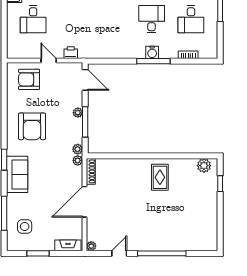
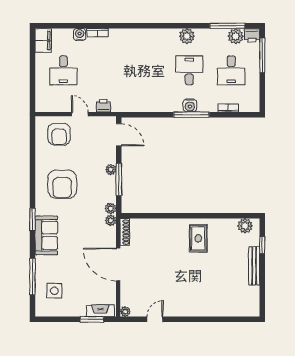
armchair: (29, 79) -> (59, 134), turned -90
door: (85, 202) -> (118, 264), hinge flipped
bench: (213, 203) -> (254, 266), added
window: (38, 253) -> (92, 319), moved
window: (162, 253) -> (200, 319), removed

